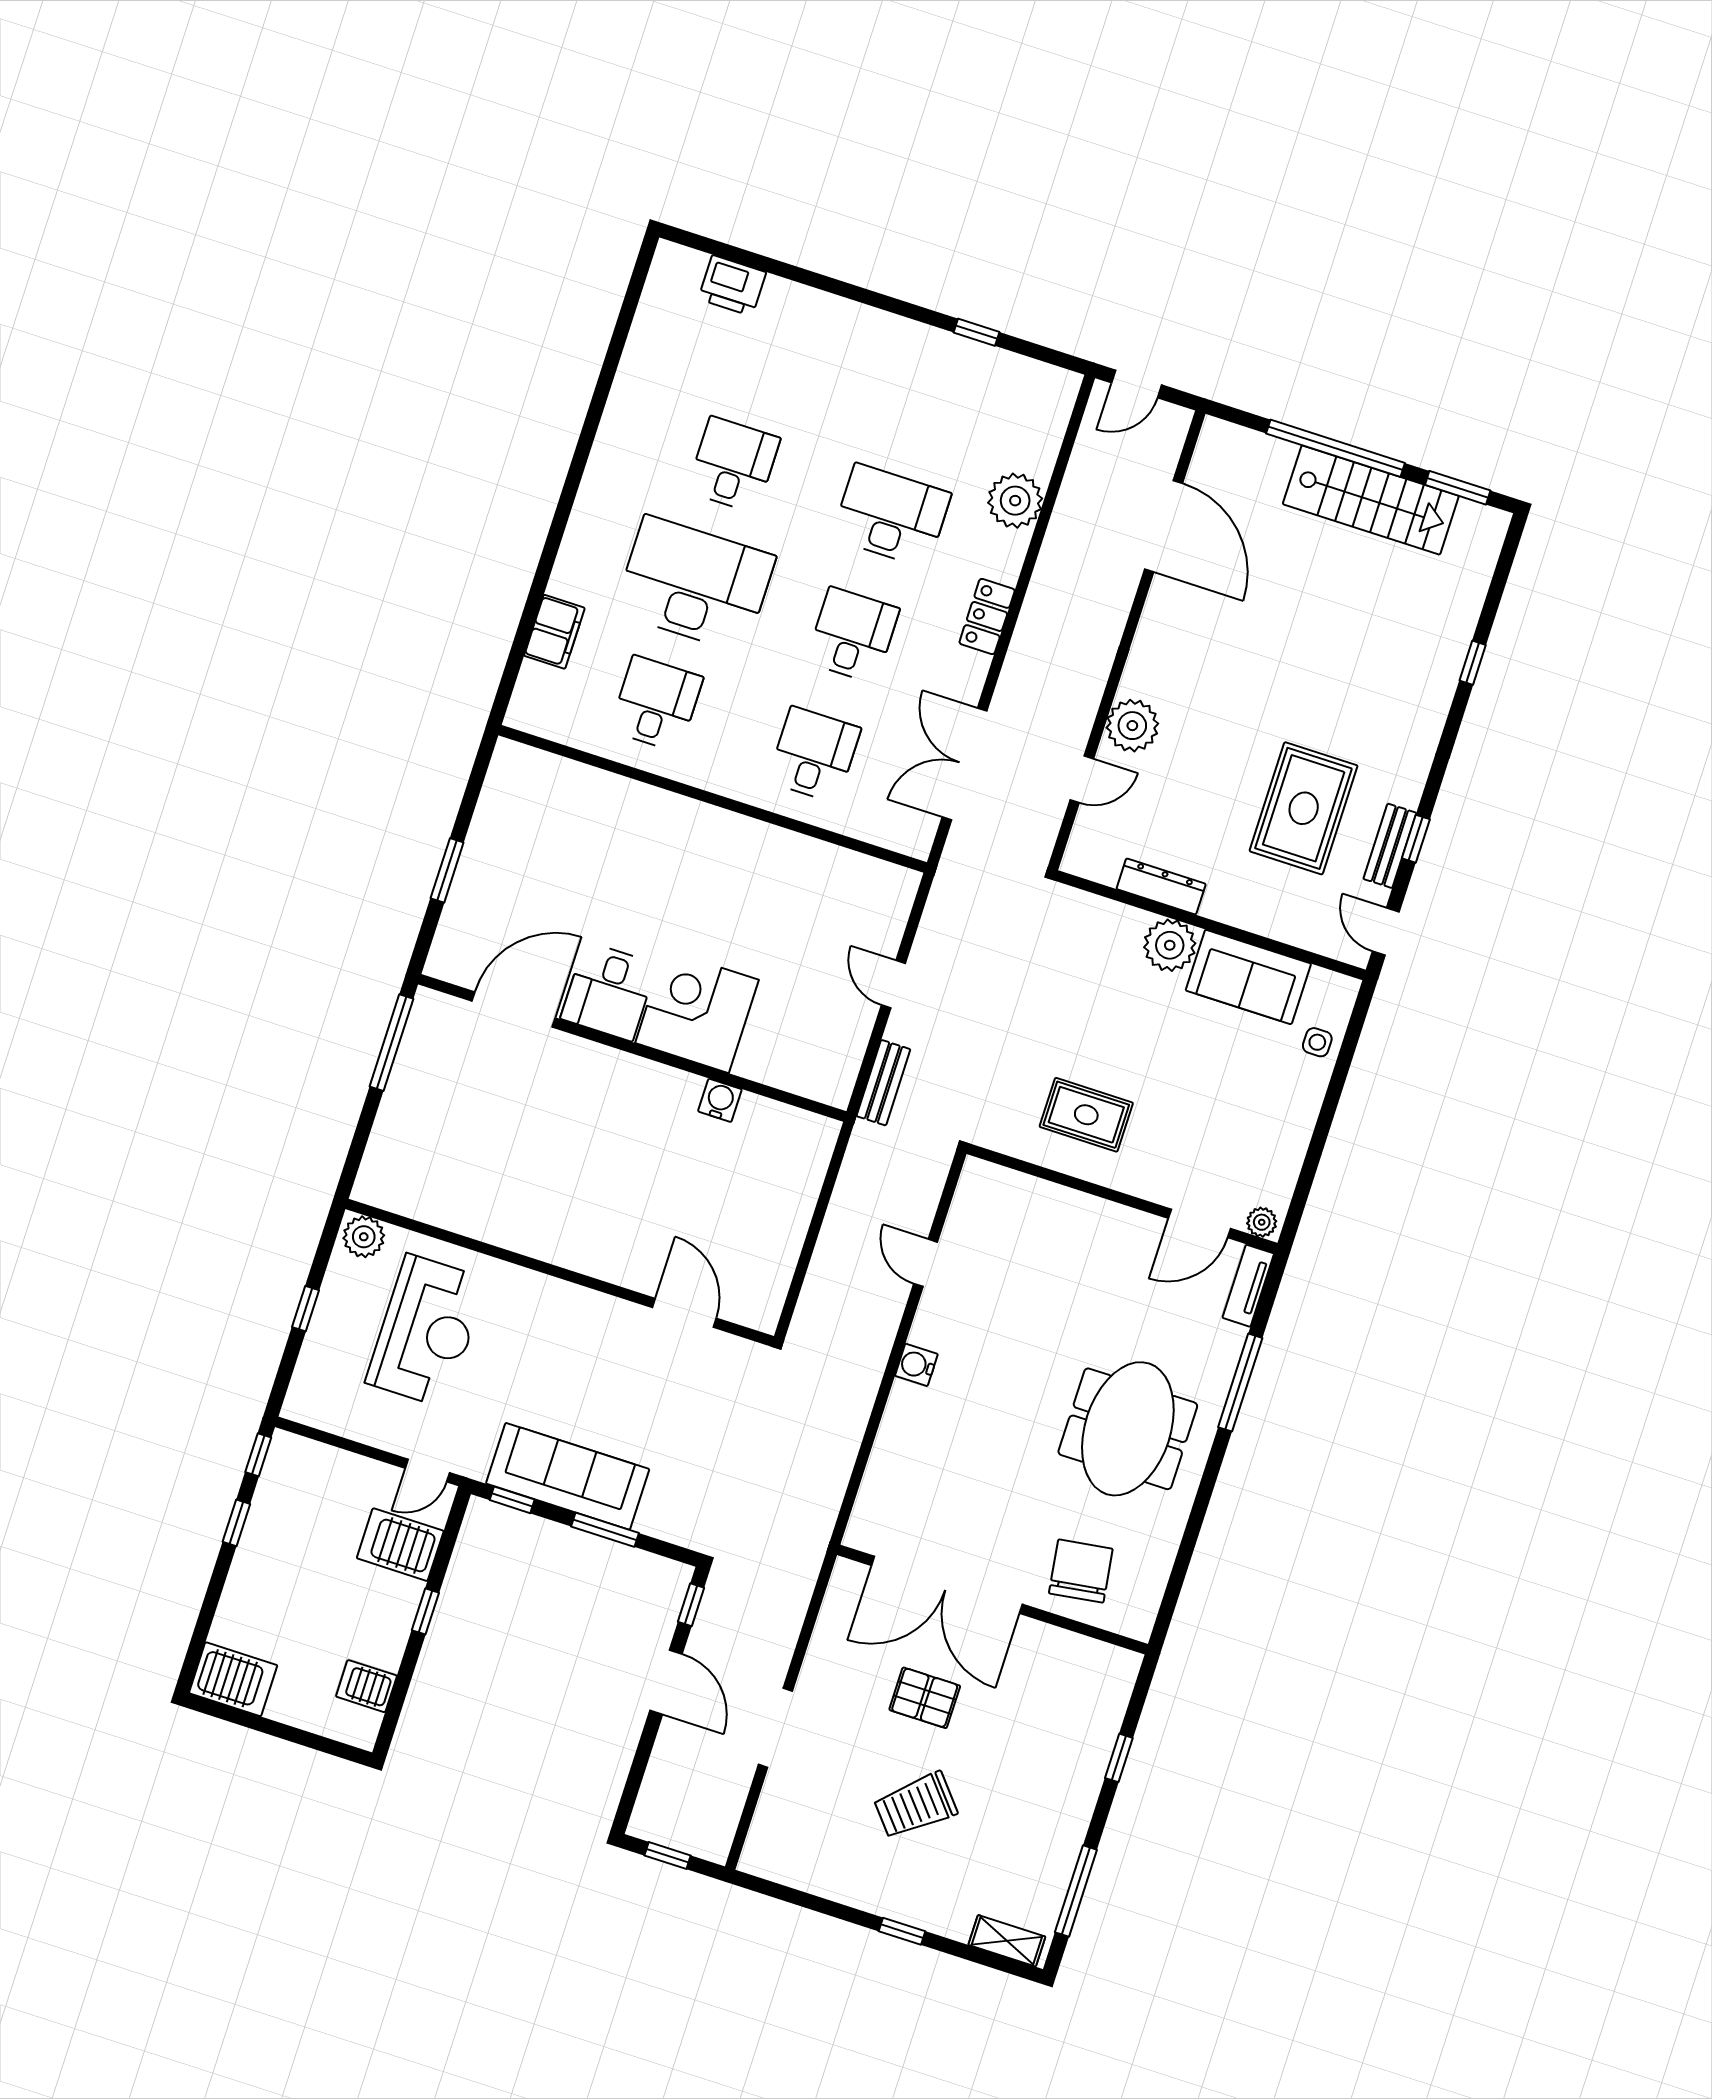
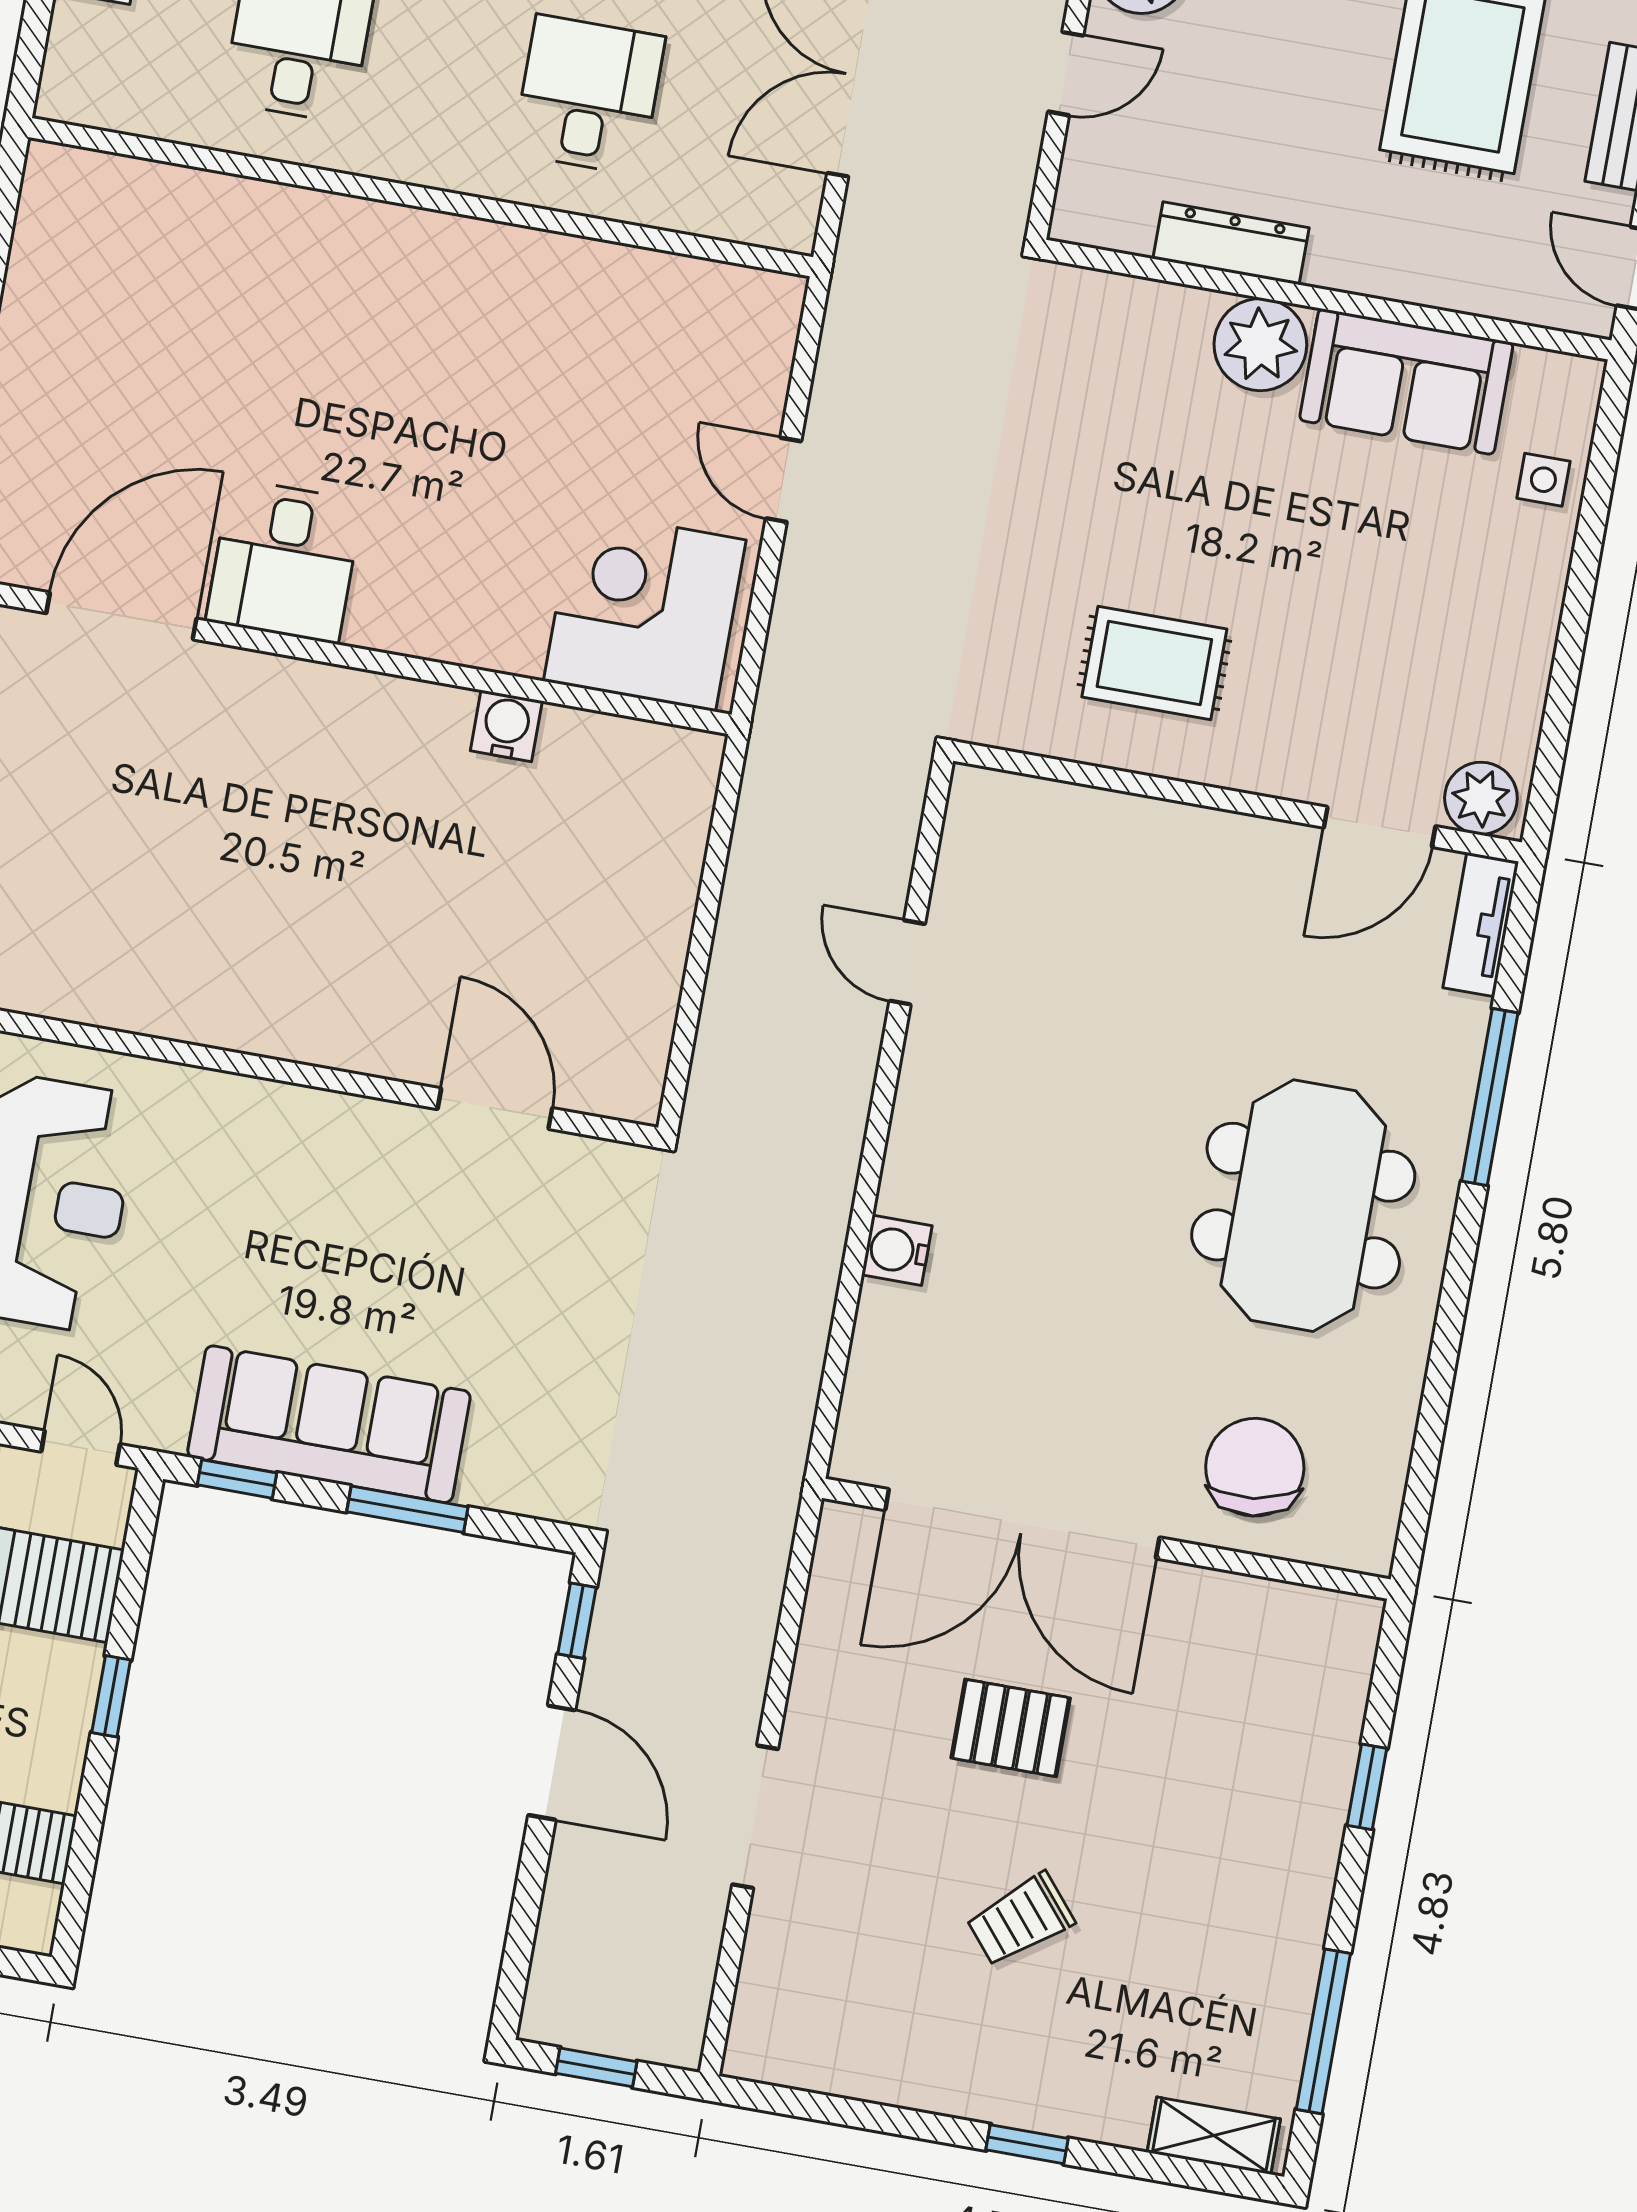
corner desk: (697, 1011) -> (645, 610), moved
bench: (883, 1083) -> (790, 655), removed
plant: (1262, 1222) -> (1481, 798), width x1.38, depth x1.38
water cooler: (916, 1365) -> (897, 1250), moved
door: (427, 1470) -> (81, 1448), swing flipped
trolley: (915, 1806) -> (1020, 1920), width x0.73, depth x0.72

